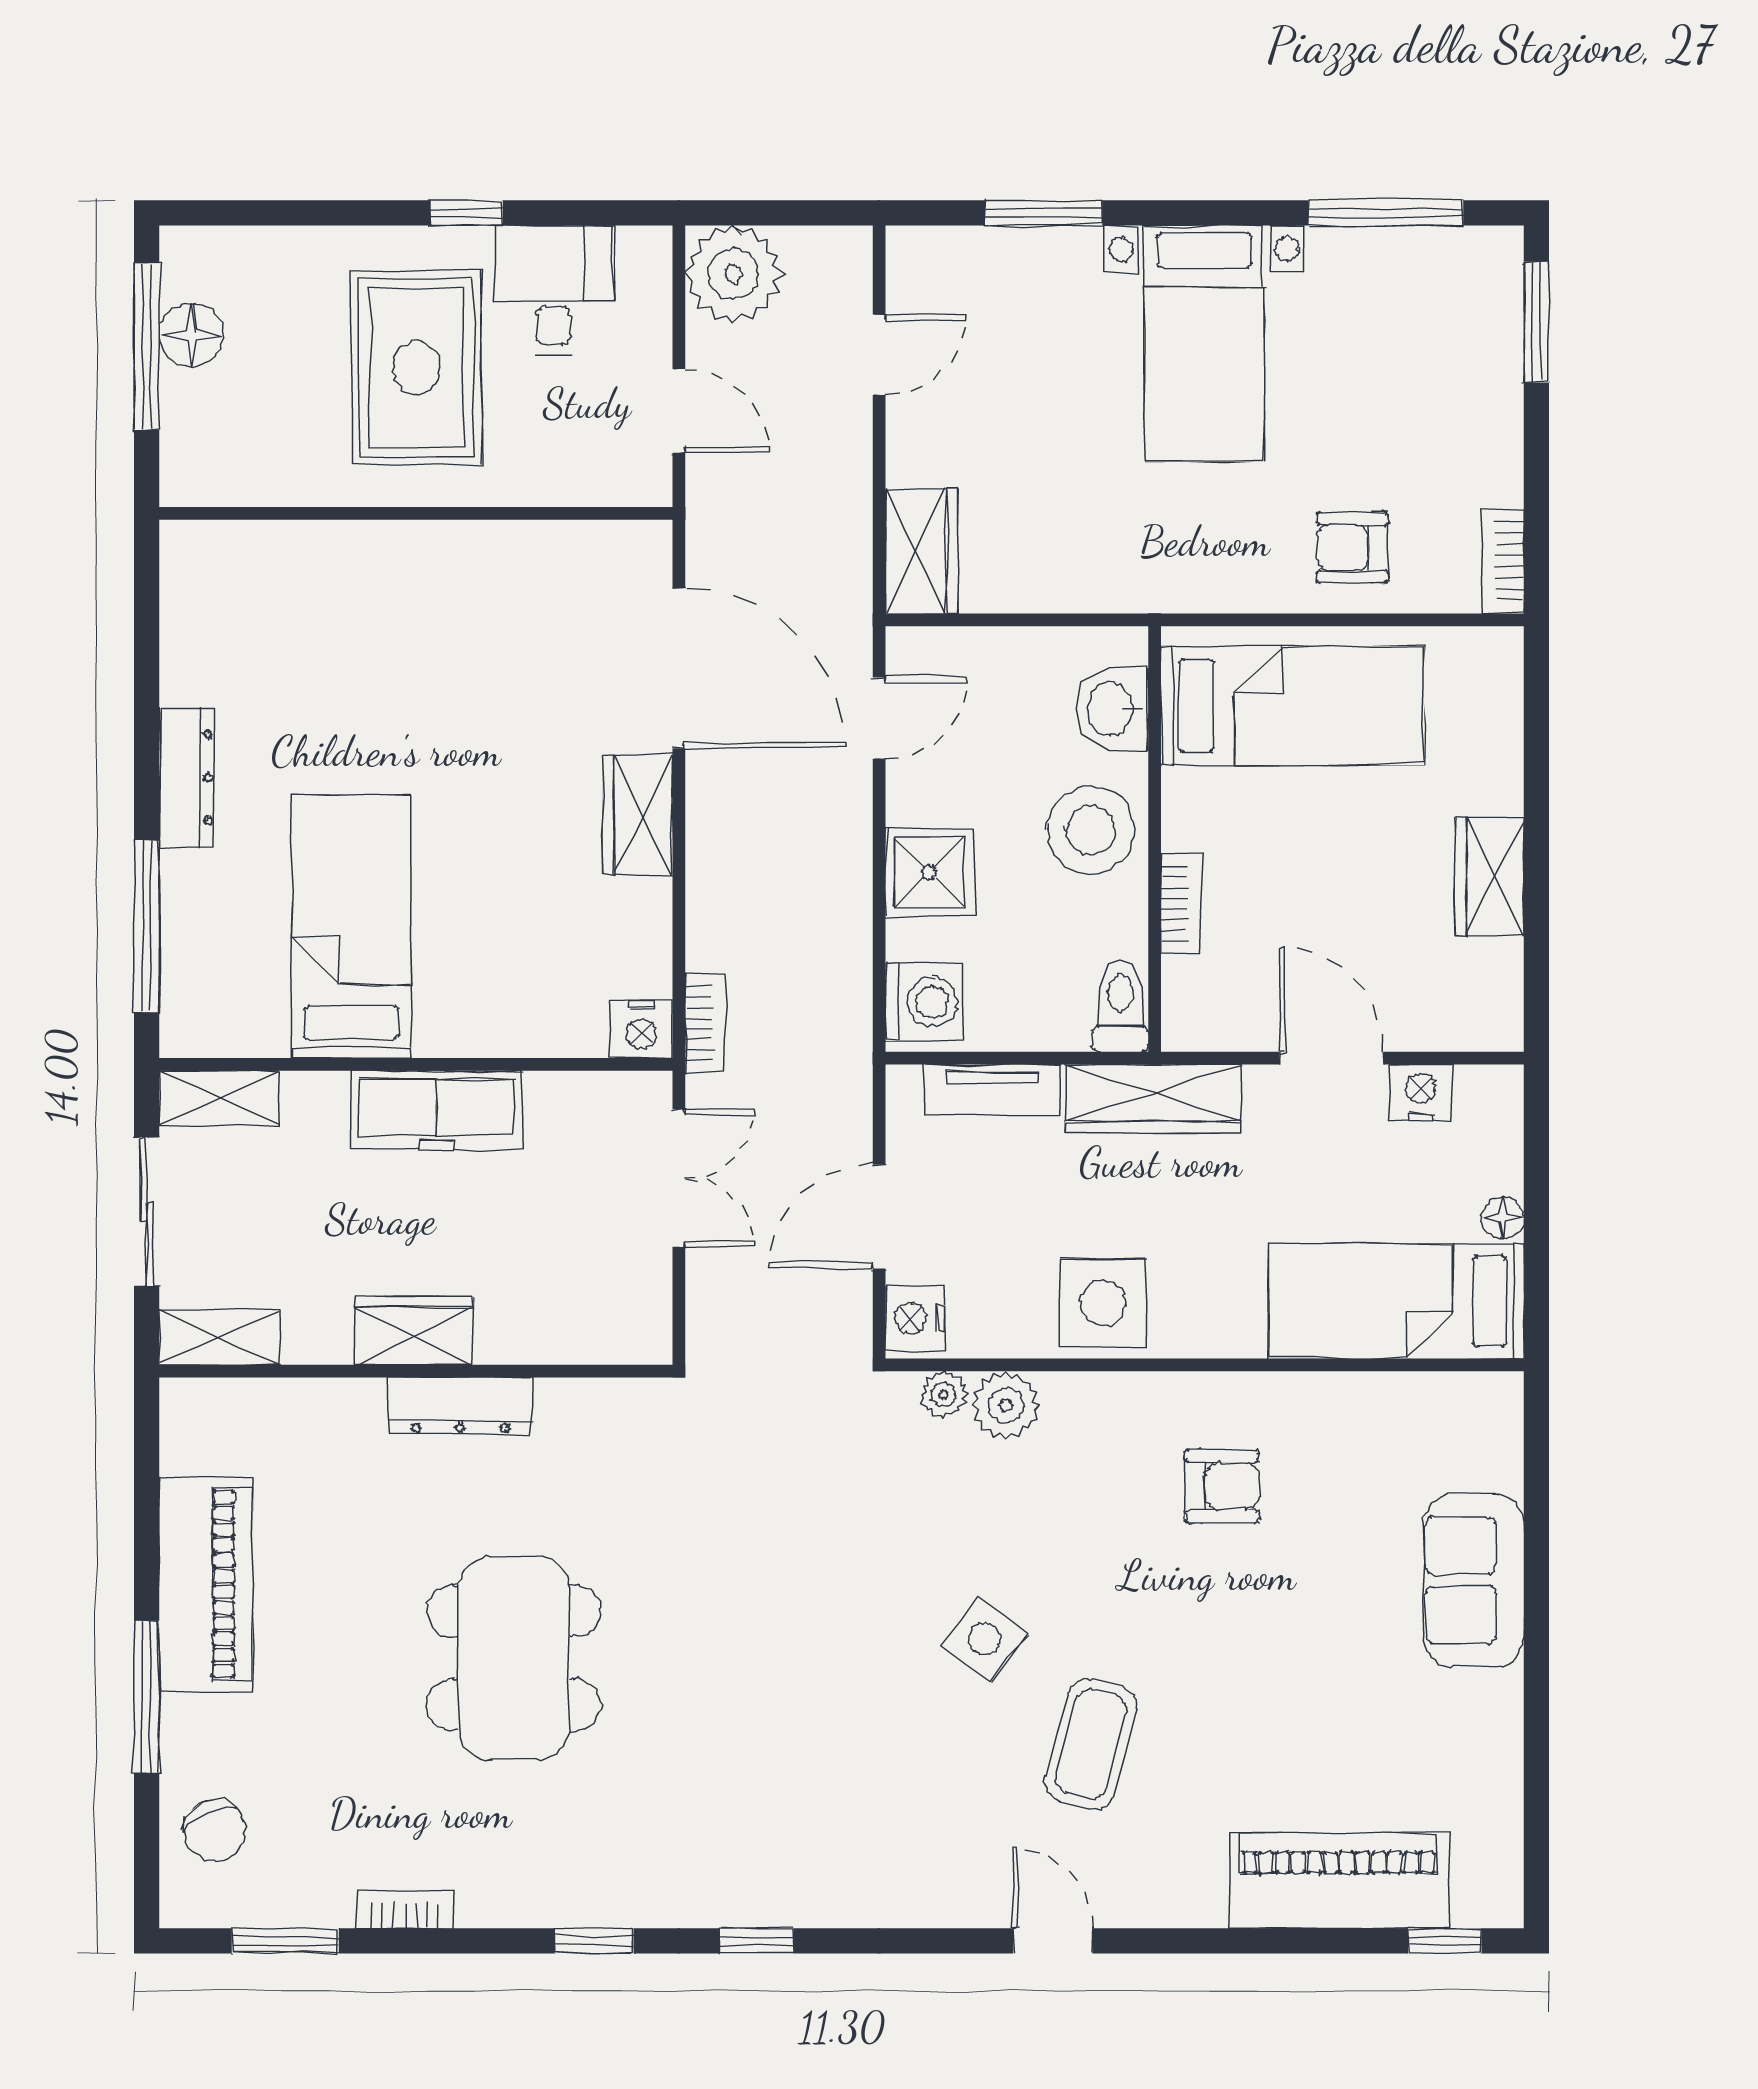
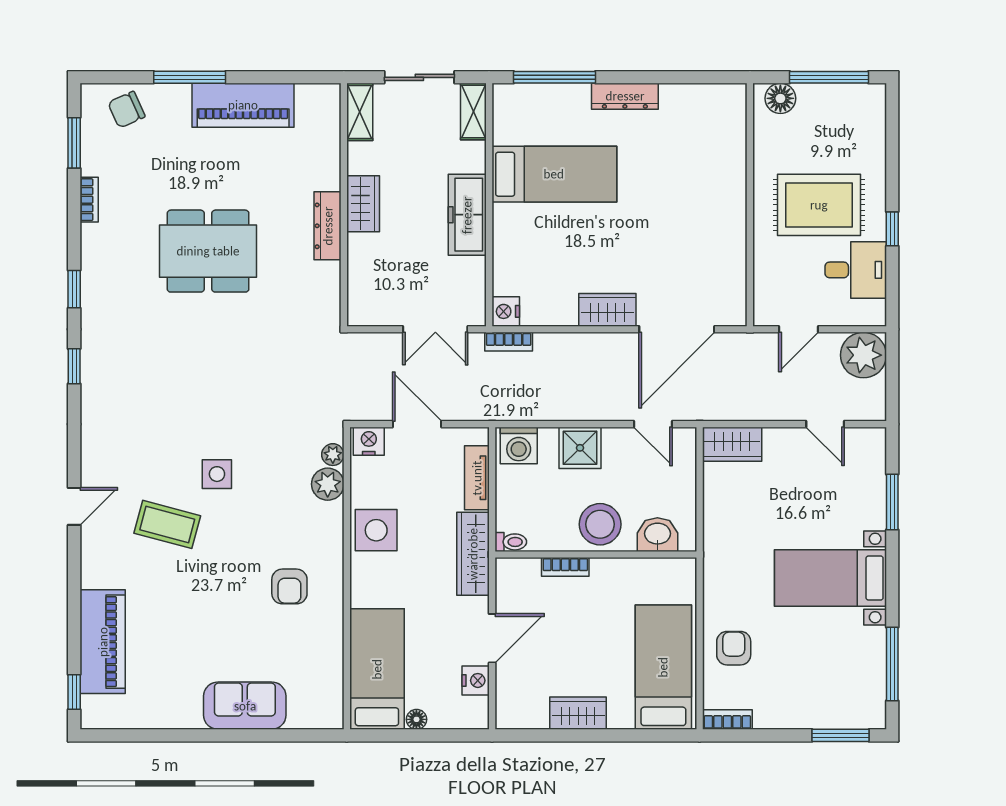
floor lamp: (191, 335) -> (780, 98), moved
bed: (1292, 706) -> (663, 667), moved, turned 180
toilet: (1120, 1006) -> (511, 542), width x0.73, depth x0.72
side table: (985, 1639) -> (217, 474), turned -38

